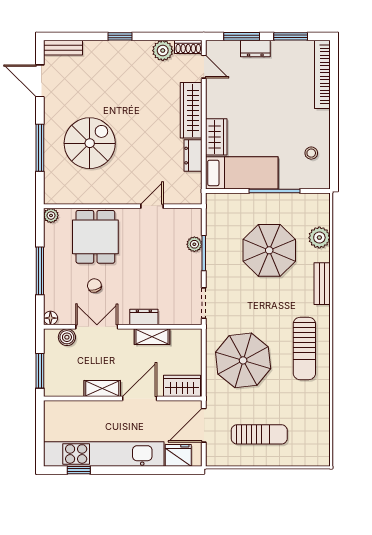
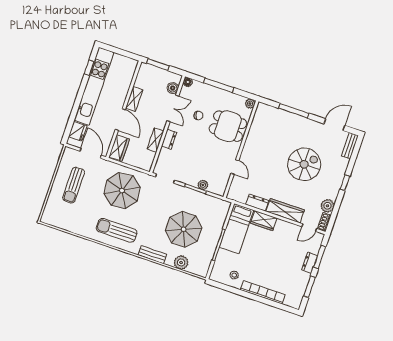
bookcase: (322, 74) -> (263, 292), moved
spiral stairs: (90, 143) -> (304, 164), moved, turned -90

